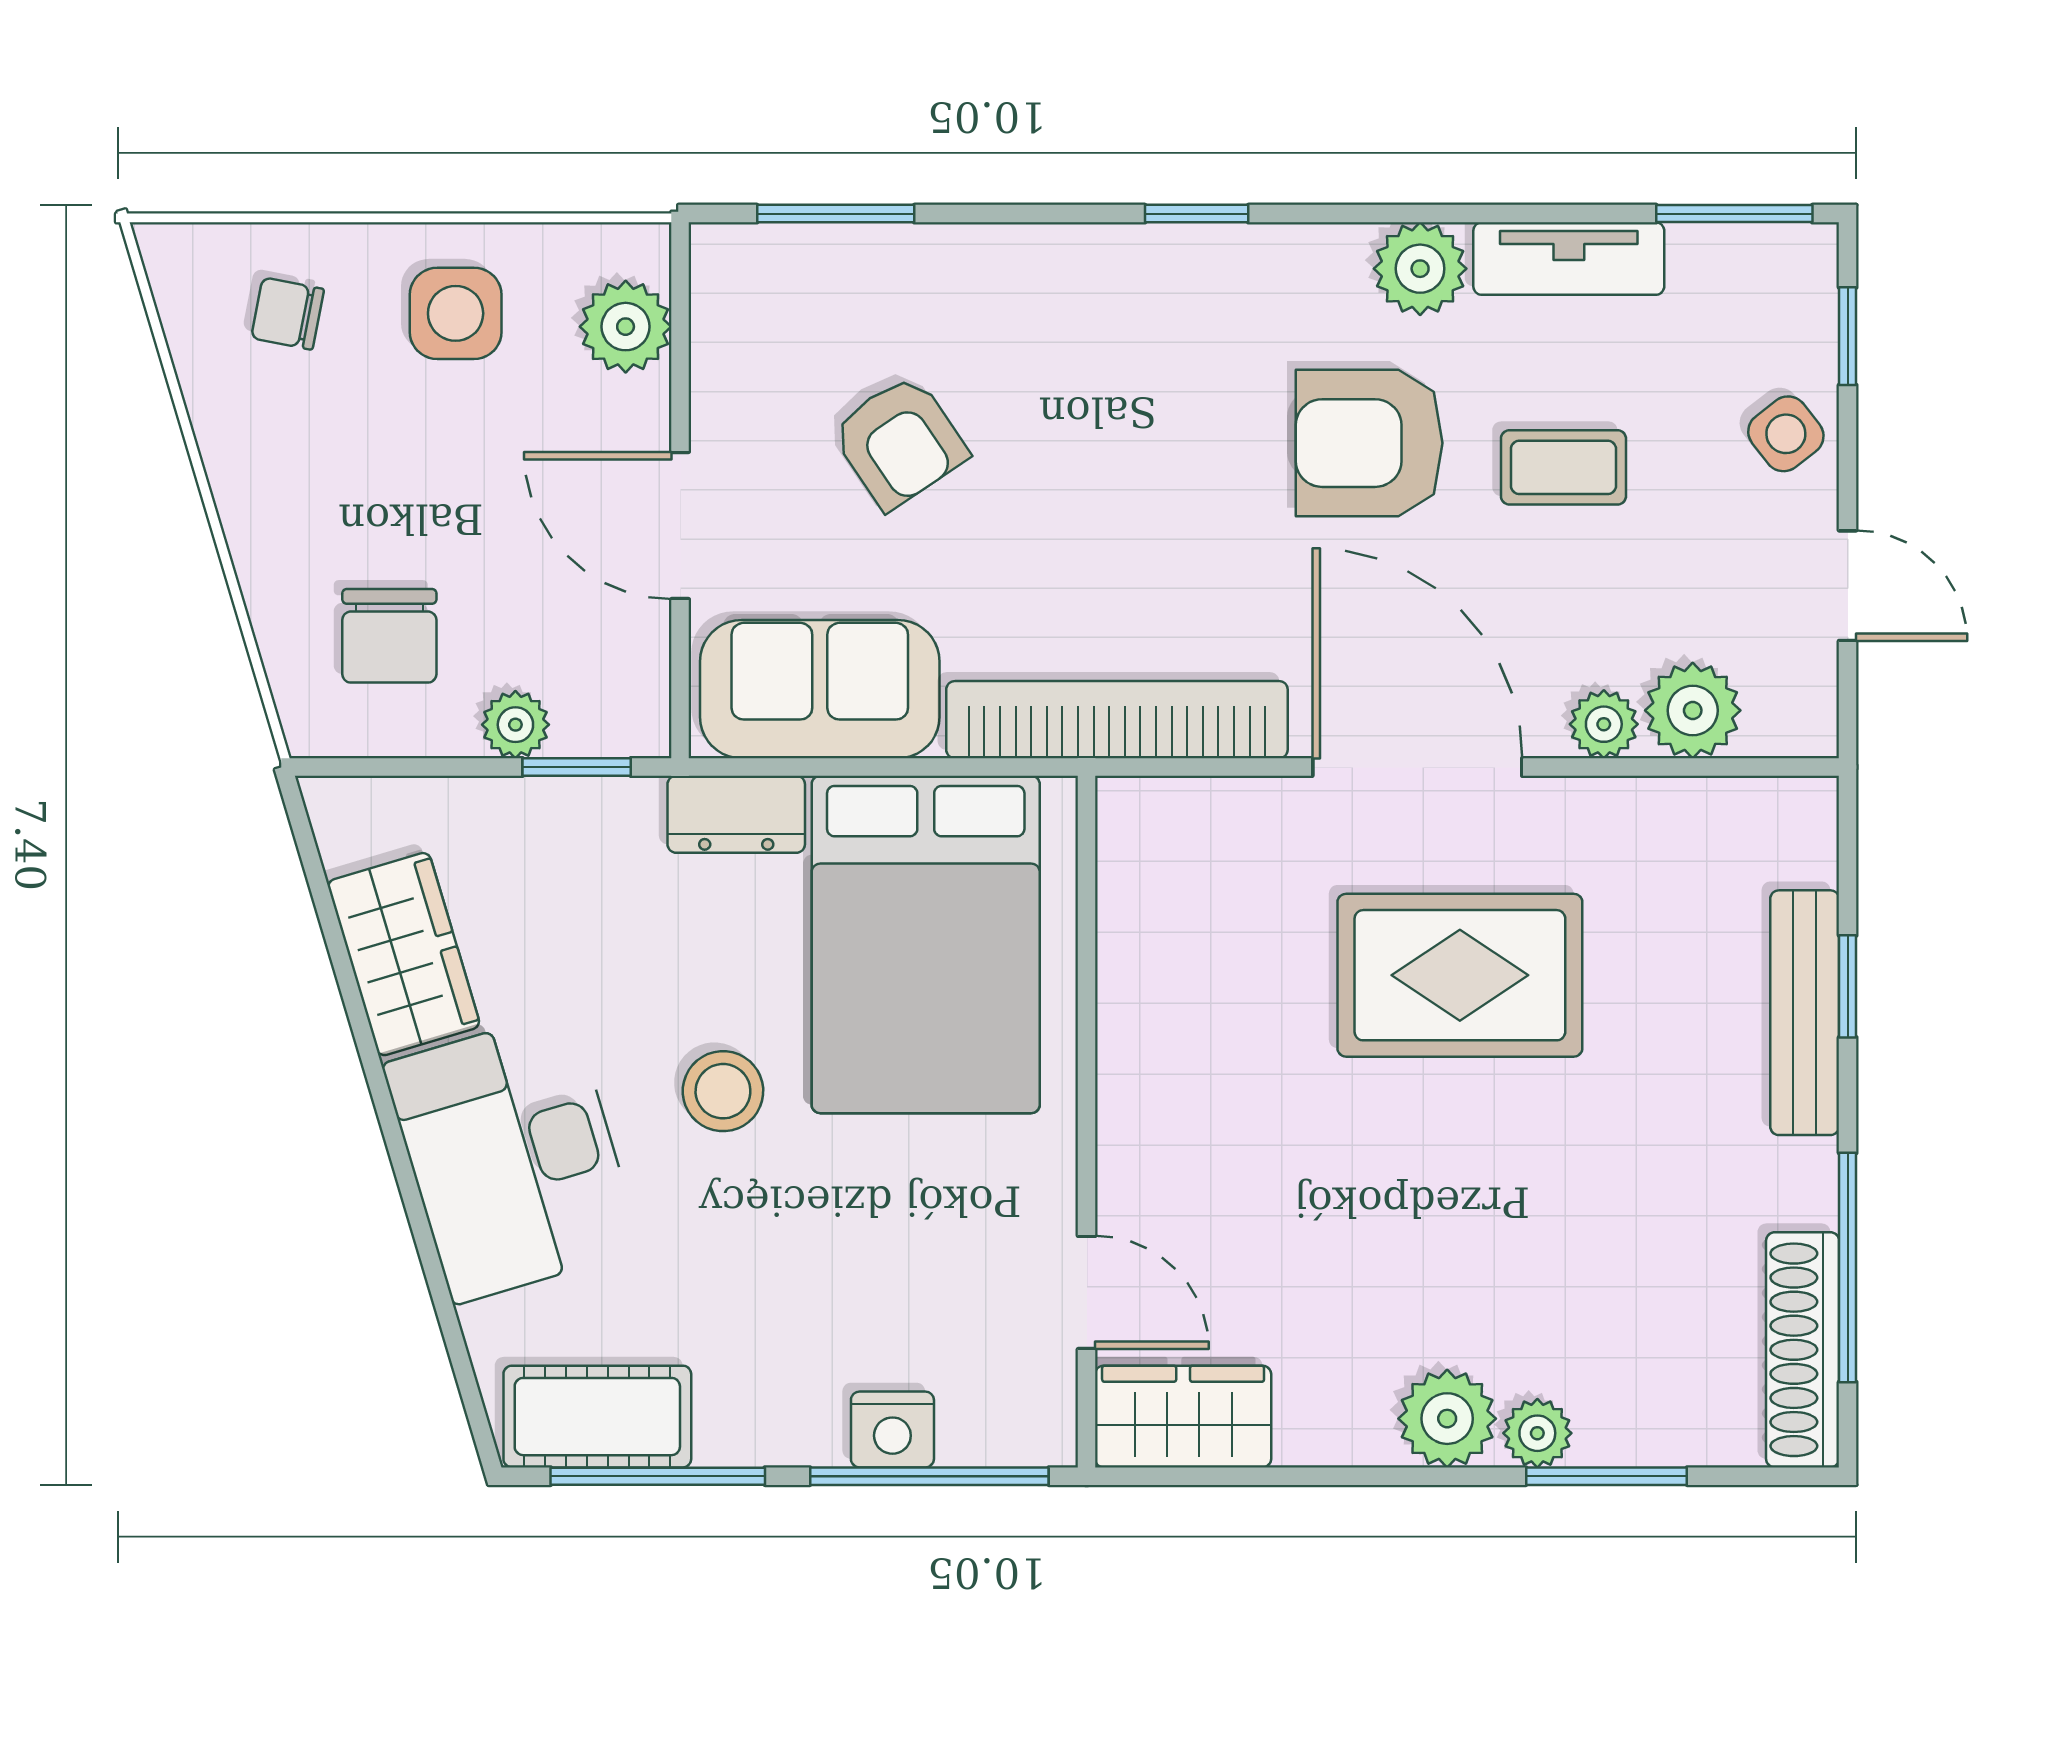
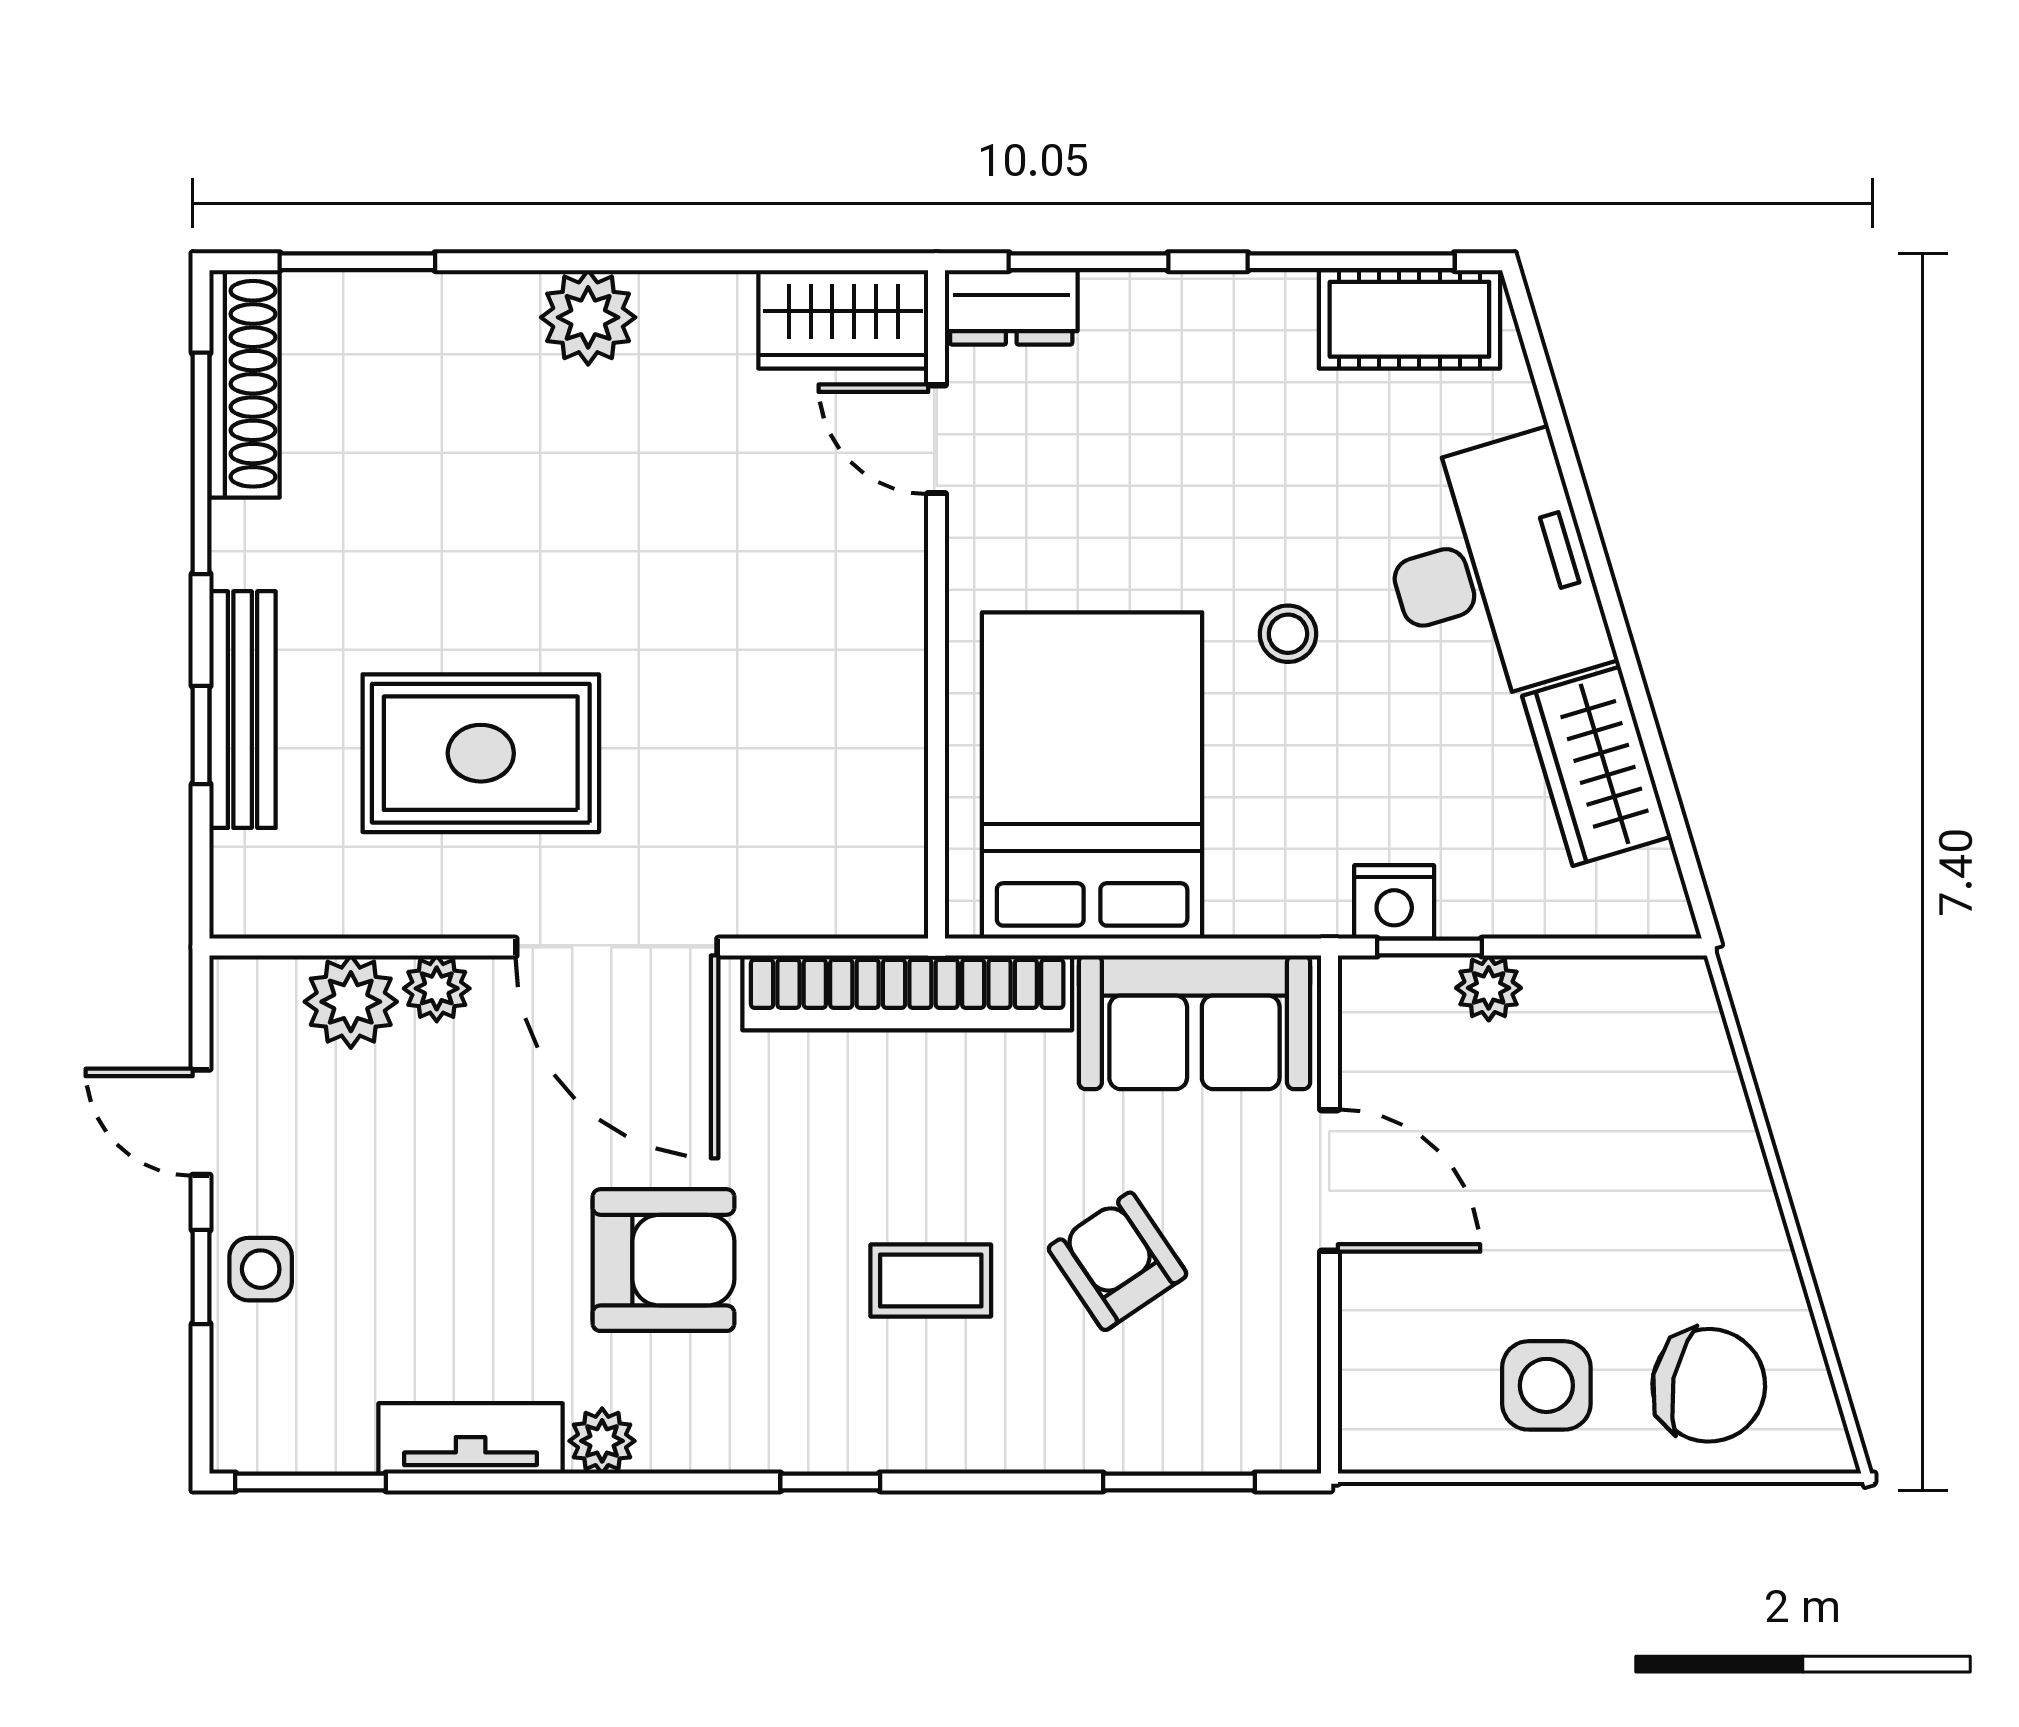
plant: (1420, 269) -> (602, 1441), width x0.73, depth x0.73
chair: (288, 314) -> (1709, 1385), width x1.87, depth x1.87
plant: (626, 327) -> (1382, 1373), removed
window: (1848, 336) -> (201, 1277), moved
side table: (1786, 434) -> (261, 1269), turned 38
coffee table: (1563, 467) -> (931, 1280), moved
chair: (389, 636) -> (1610, 1074), removed
dresser: (736, 814) -> (1011, 307), moved, turned 180
rug: (1460, 975) -> (481, 753), moved
stool: (723, 1091) -> (1288, 634), width x0.73, depth x0.73
nightstand: (892, 1429) -> (1394, 902), moved, turned 180
plant: (1537, 1433) -> (501, 303), removed
window: (929, 1476) -> (1088, 262), width x0.69
window: (1607, 1476) -> (357, 262), moved

